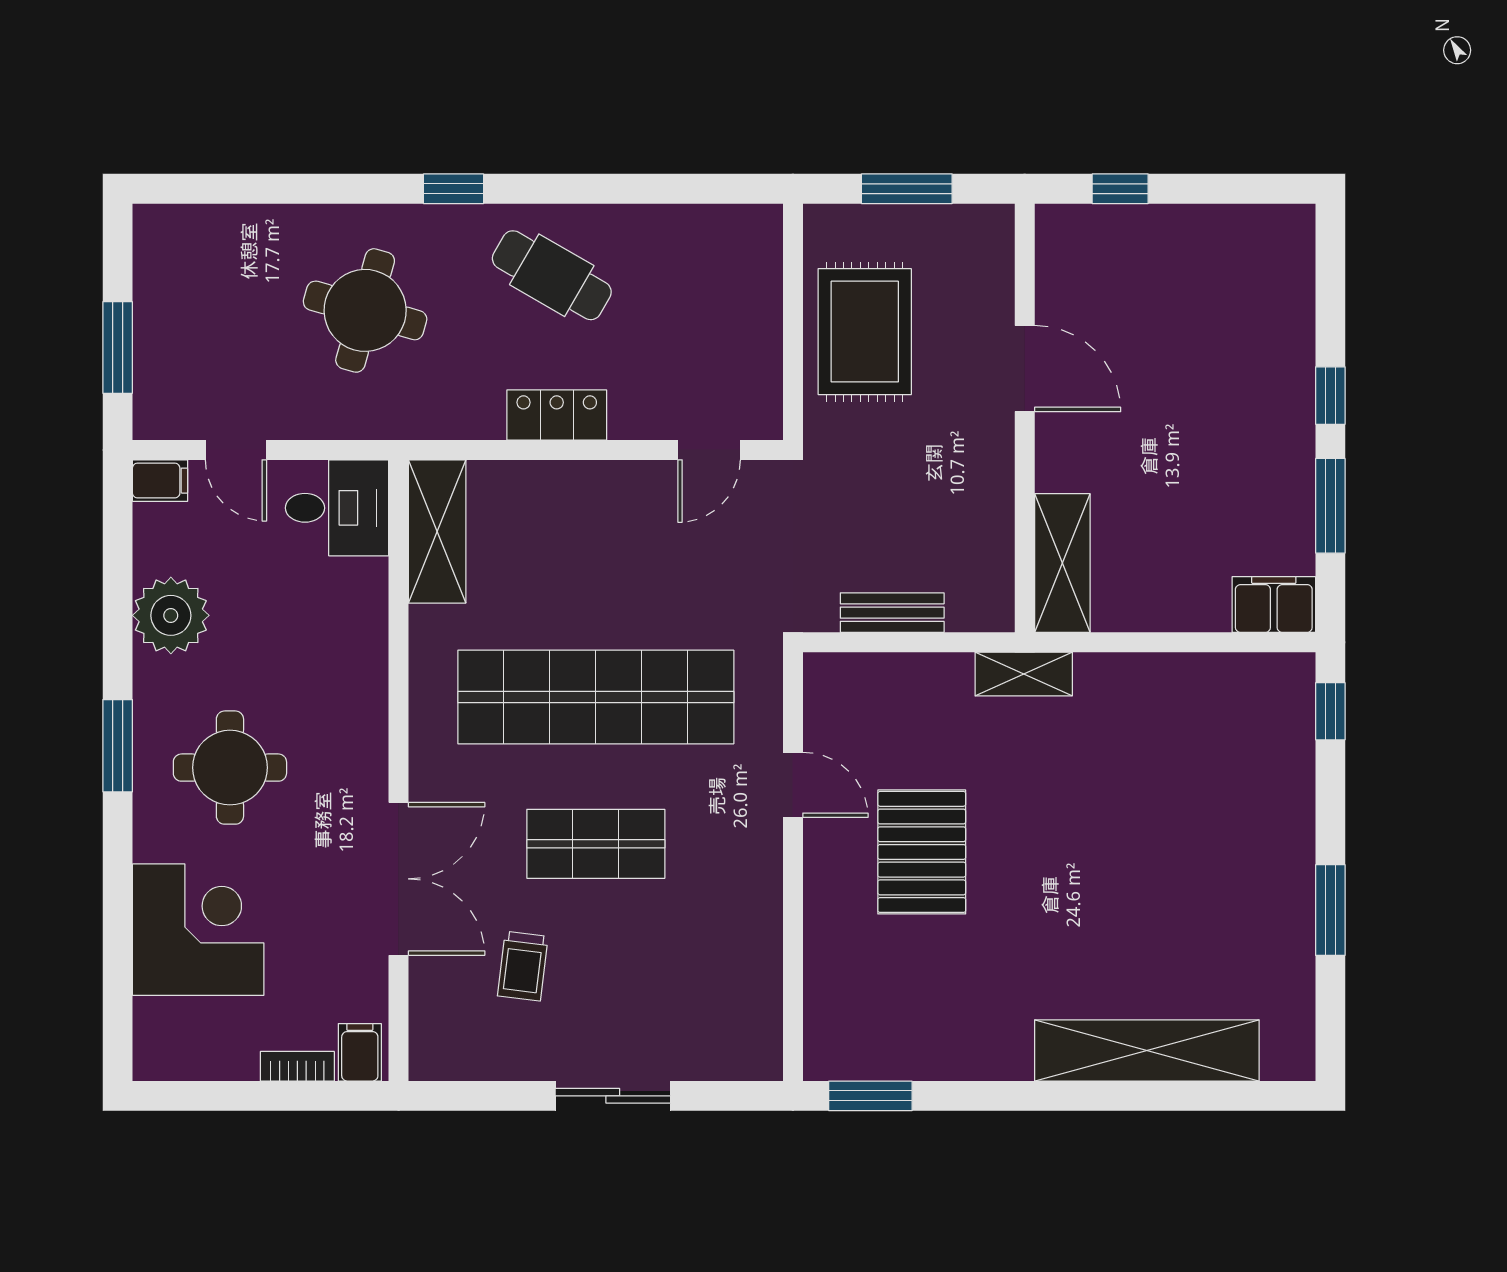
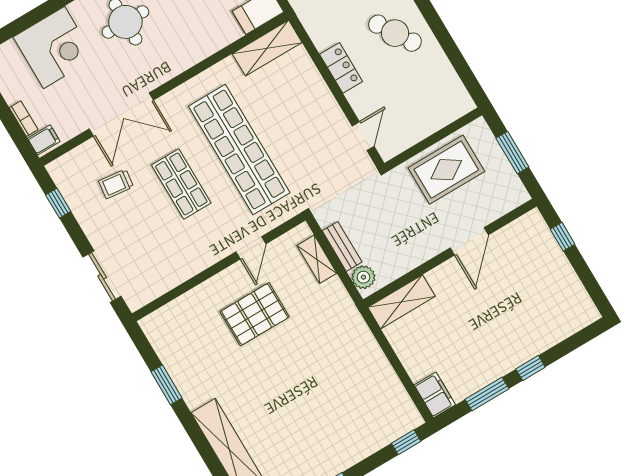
cafe table: (552, 275) -> (395, 33), turned -62
door: (709, 450) -> (363, 136), swing flipped
plant: (974, 607) -> (363, 277), added
shelving: (1024, 674) -> (317, 259), moved
window: (494, 1096) -> (58, 203), added
sliding door: (613, 1096) -> (102, 277), moved
window: (870, 1096) -> (167, 385), moved

